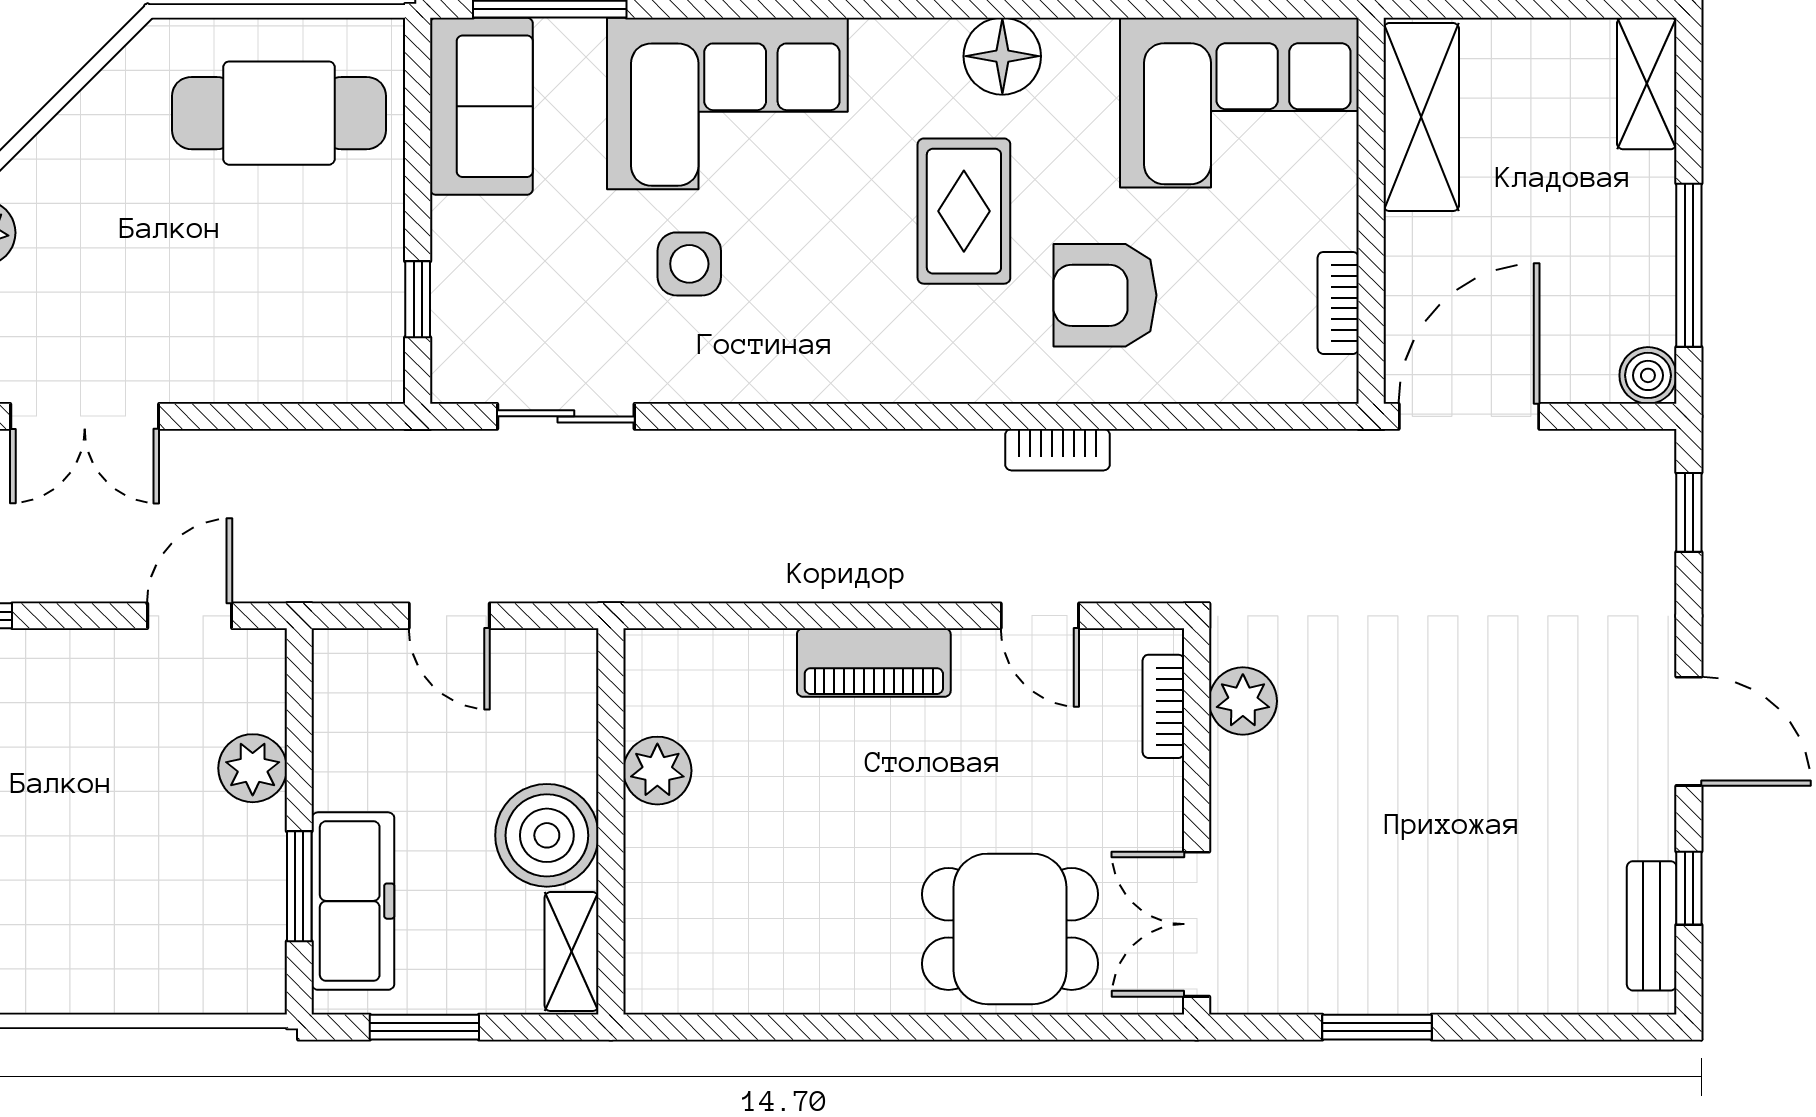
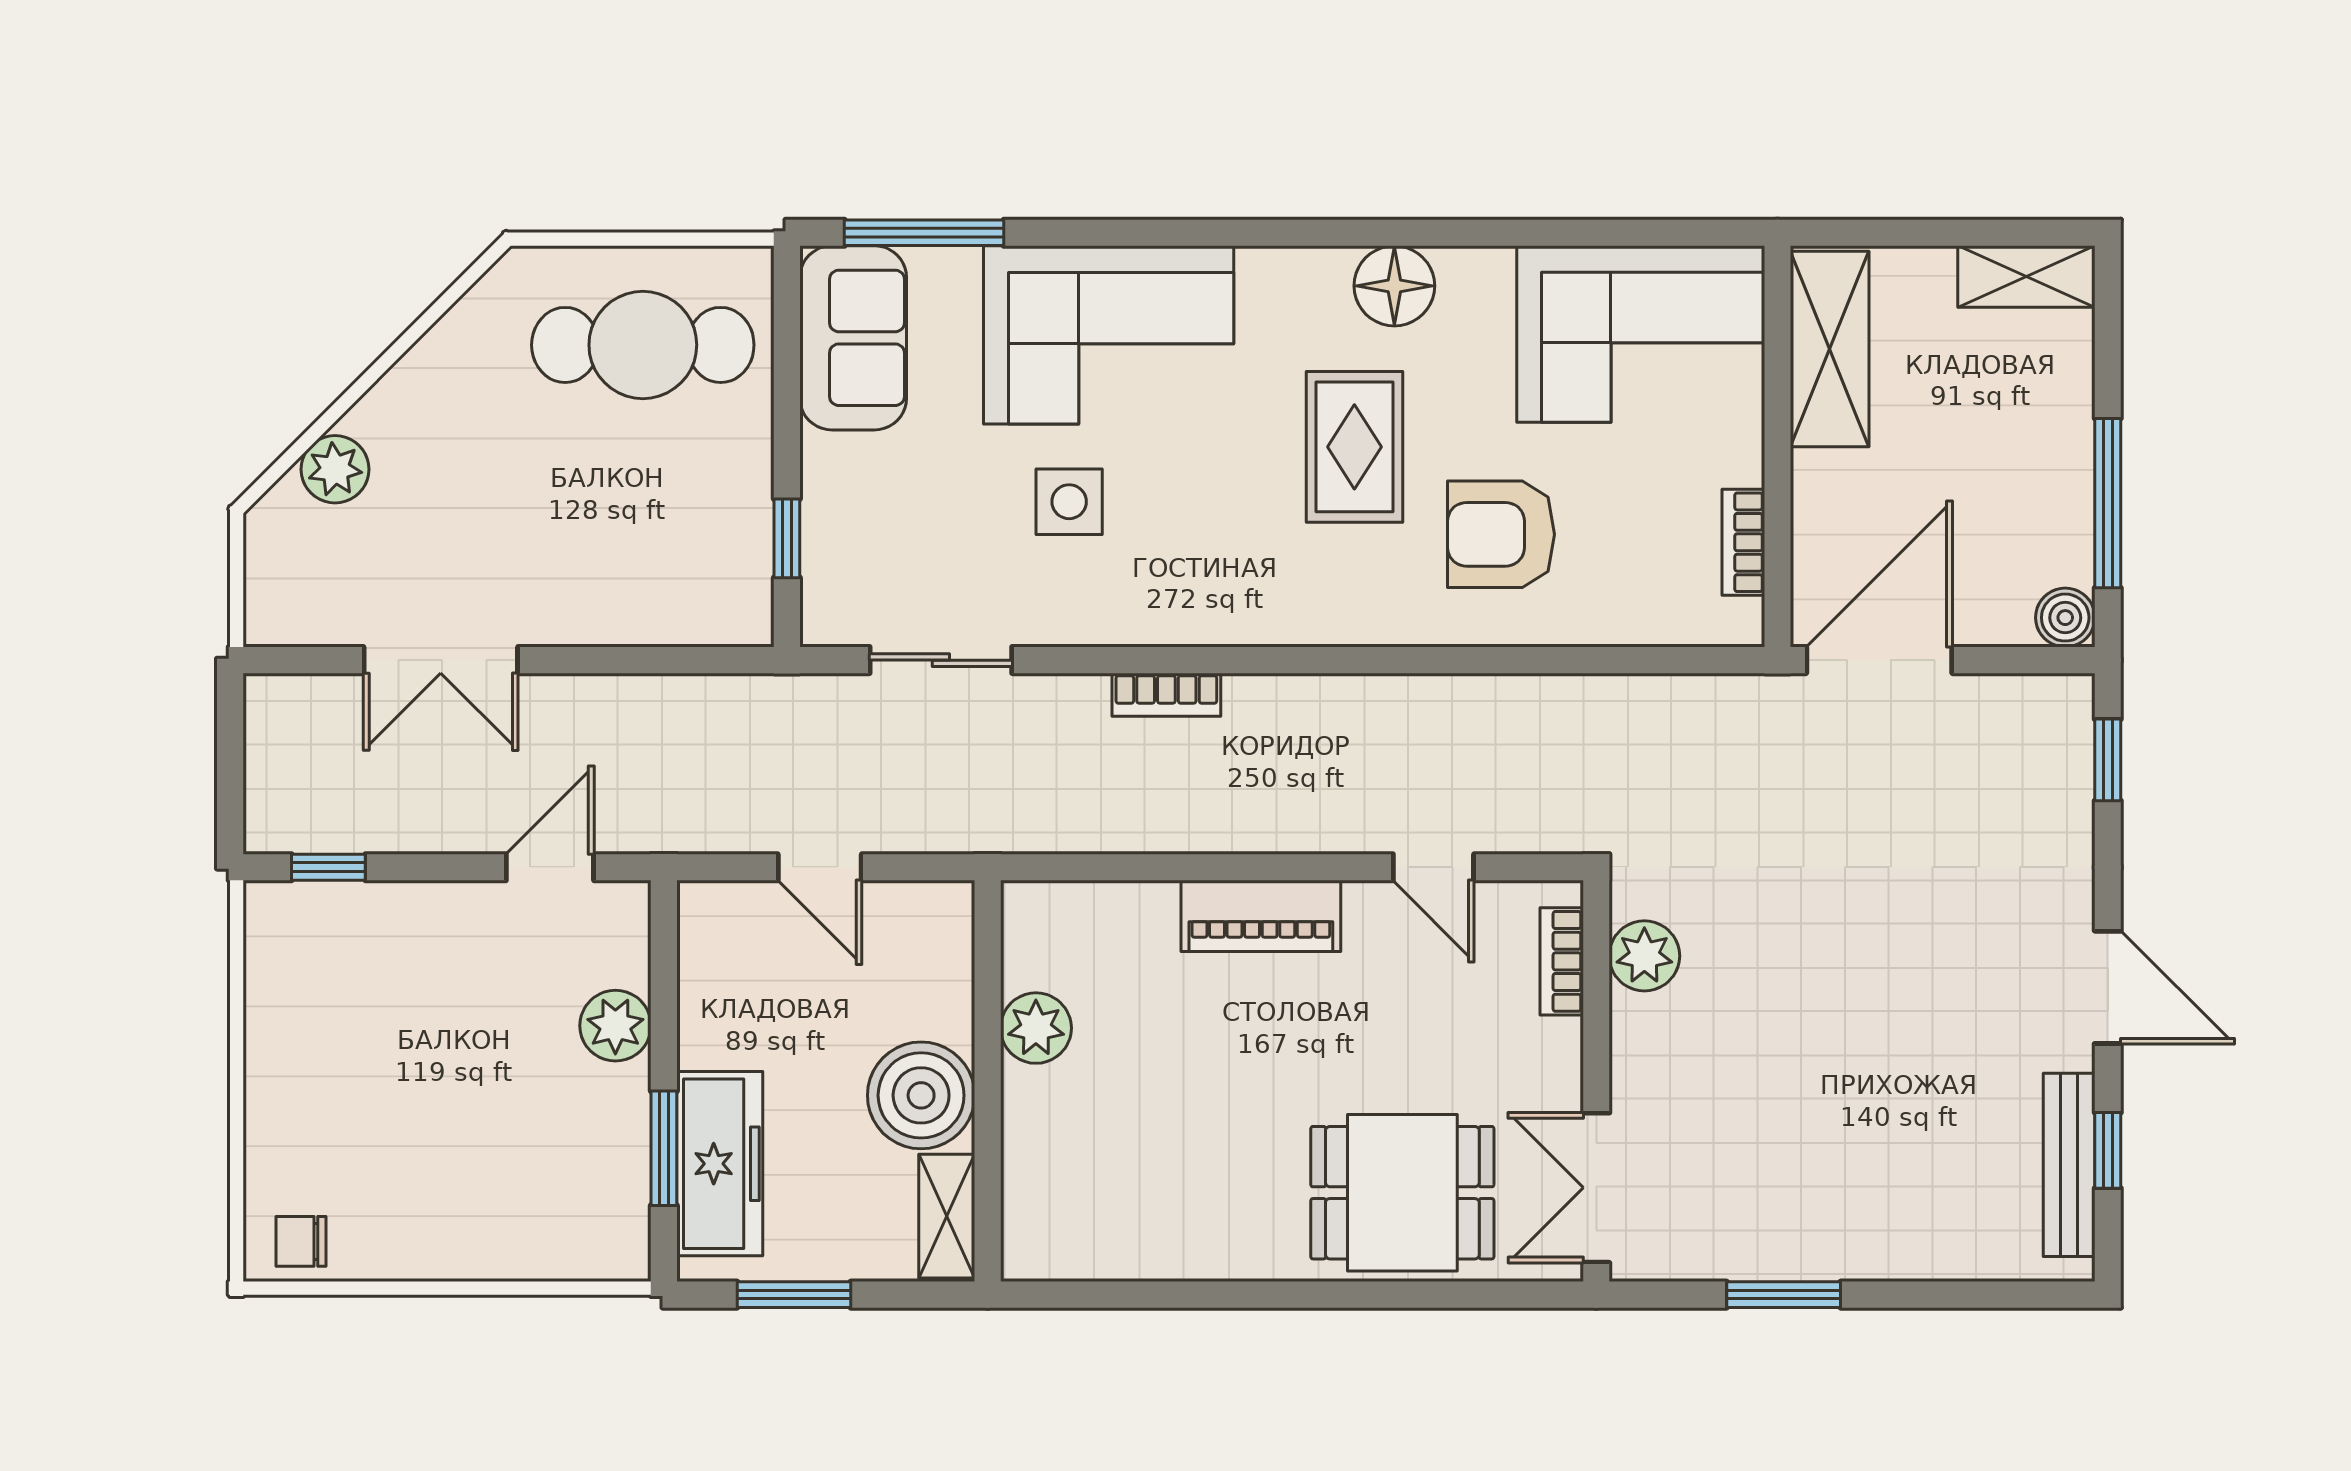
shelving: (1647, 83) -> (2026, 277), moved, turned 90
bookcase: (1057, 450) -> (1166, 695), moved
bench: (1652, 926) -> (2069, 1165), width x1.36

